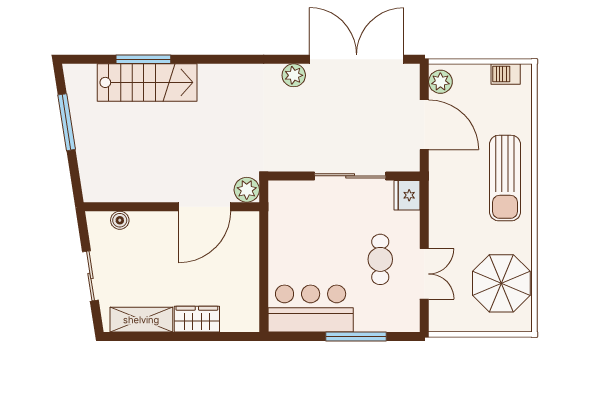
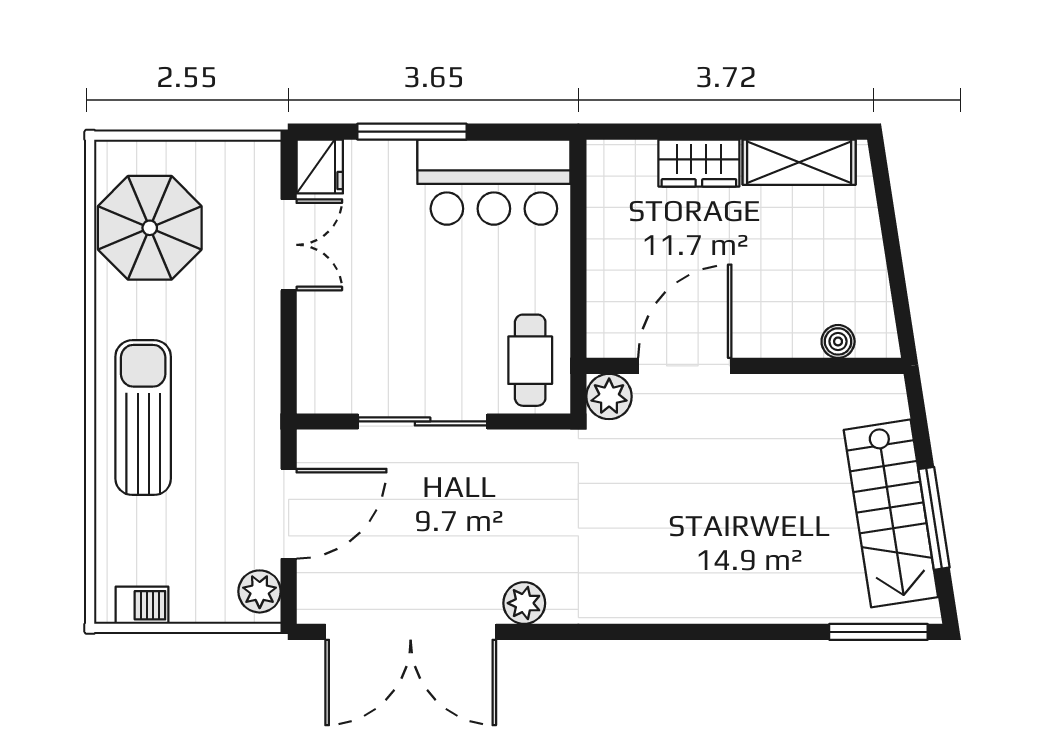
window: (143, 59) -> (878, 632), moved
stairs: (147, 82) -> (891, 513), moved, turned -99
door: (424, 125) -> (289, 514), swing flipped
fridge: (407, 195) -> (320, 167), moved
cafe table: (380, 259) -> (530, 360), moved
double door: (424, 274) -> (289, 245), swing flipped
sliding door: (90, 276) -> (891, 241), removed

